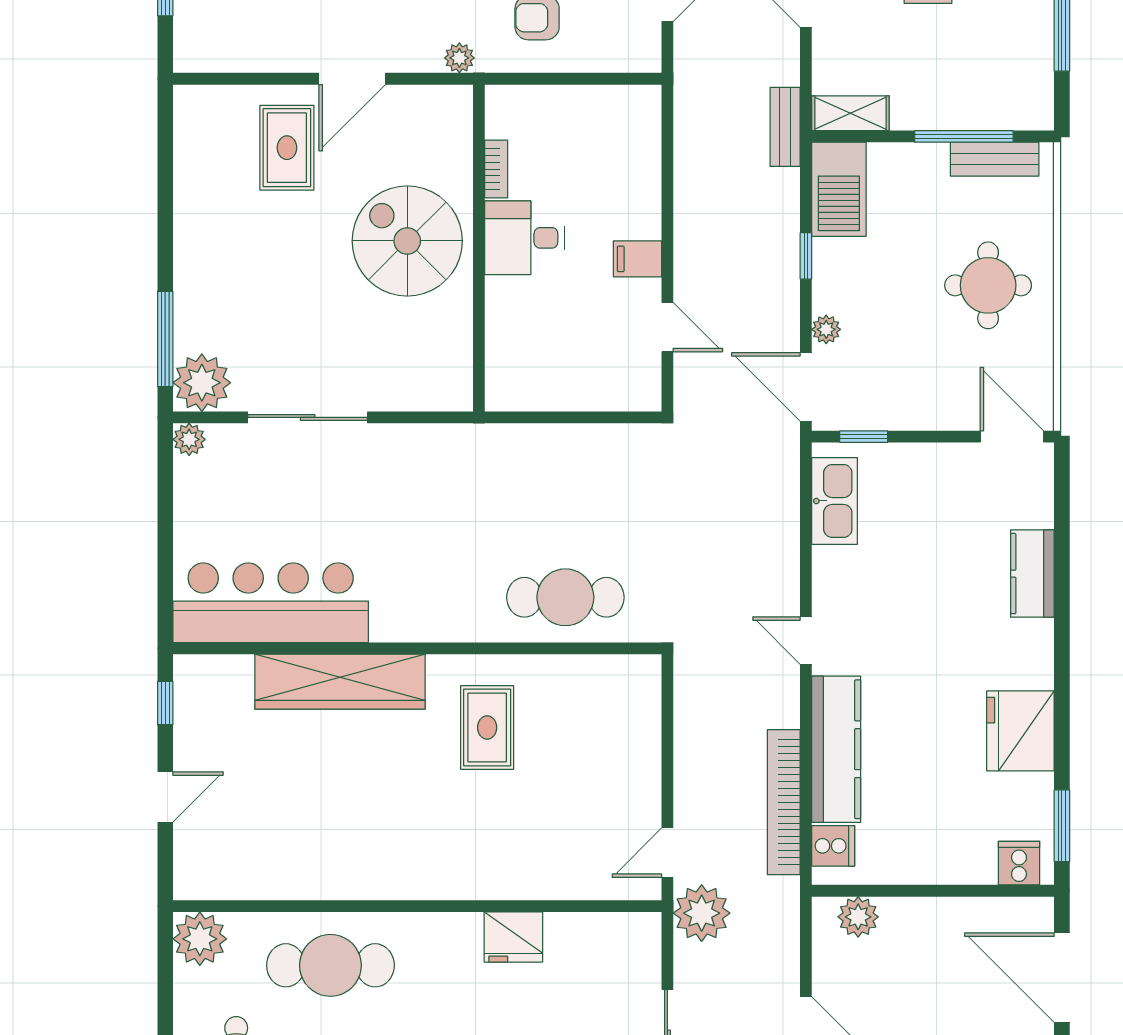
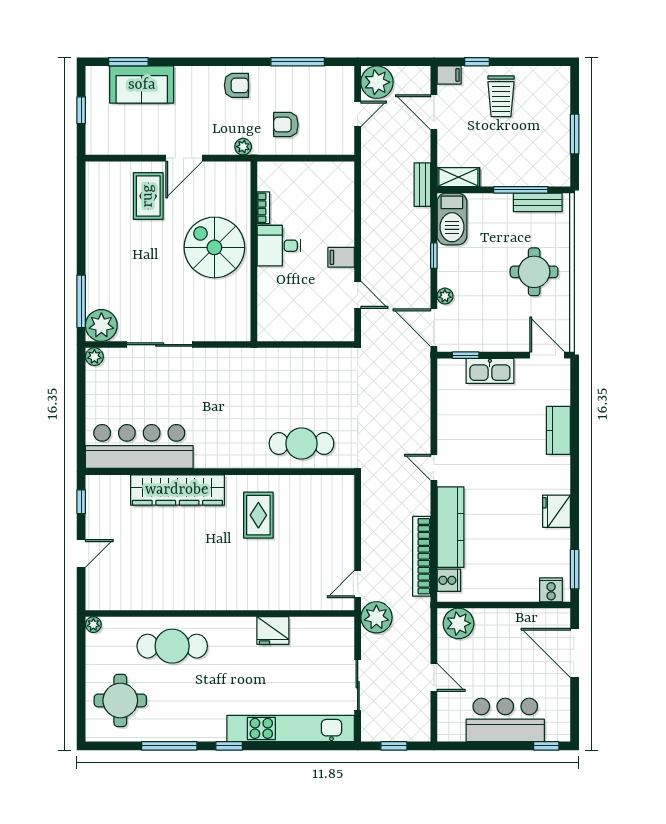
kitchen sink: (835, 501) -> (490, 371), moved, turned 90
fridge: (1020, 731) -> (557, 511), width x0.73, depth x0.75
plant: (858, 917) -> (459, 623), width x1.36, depth x1.36
plant: (200, 939) -> (93, 625), width x0.53, depth x0.53

